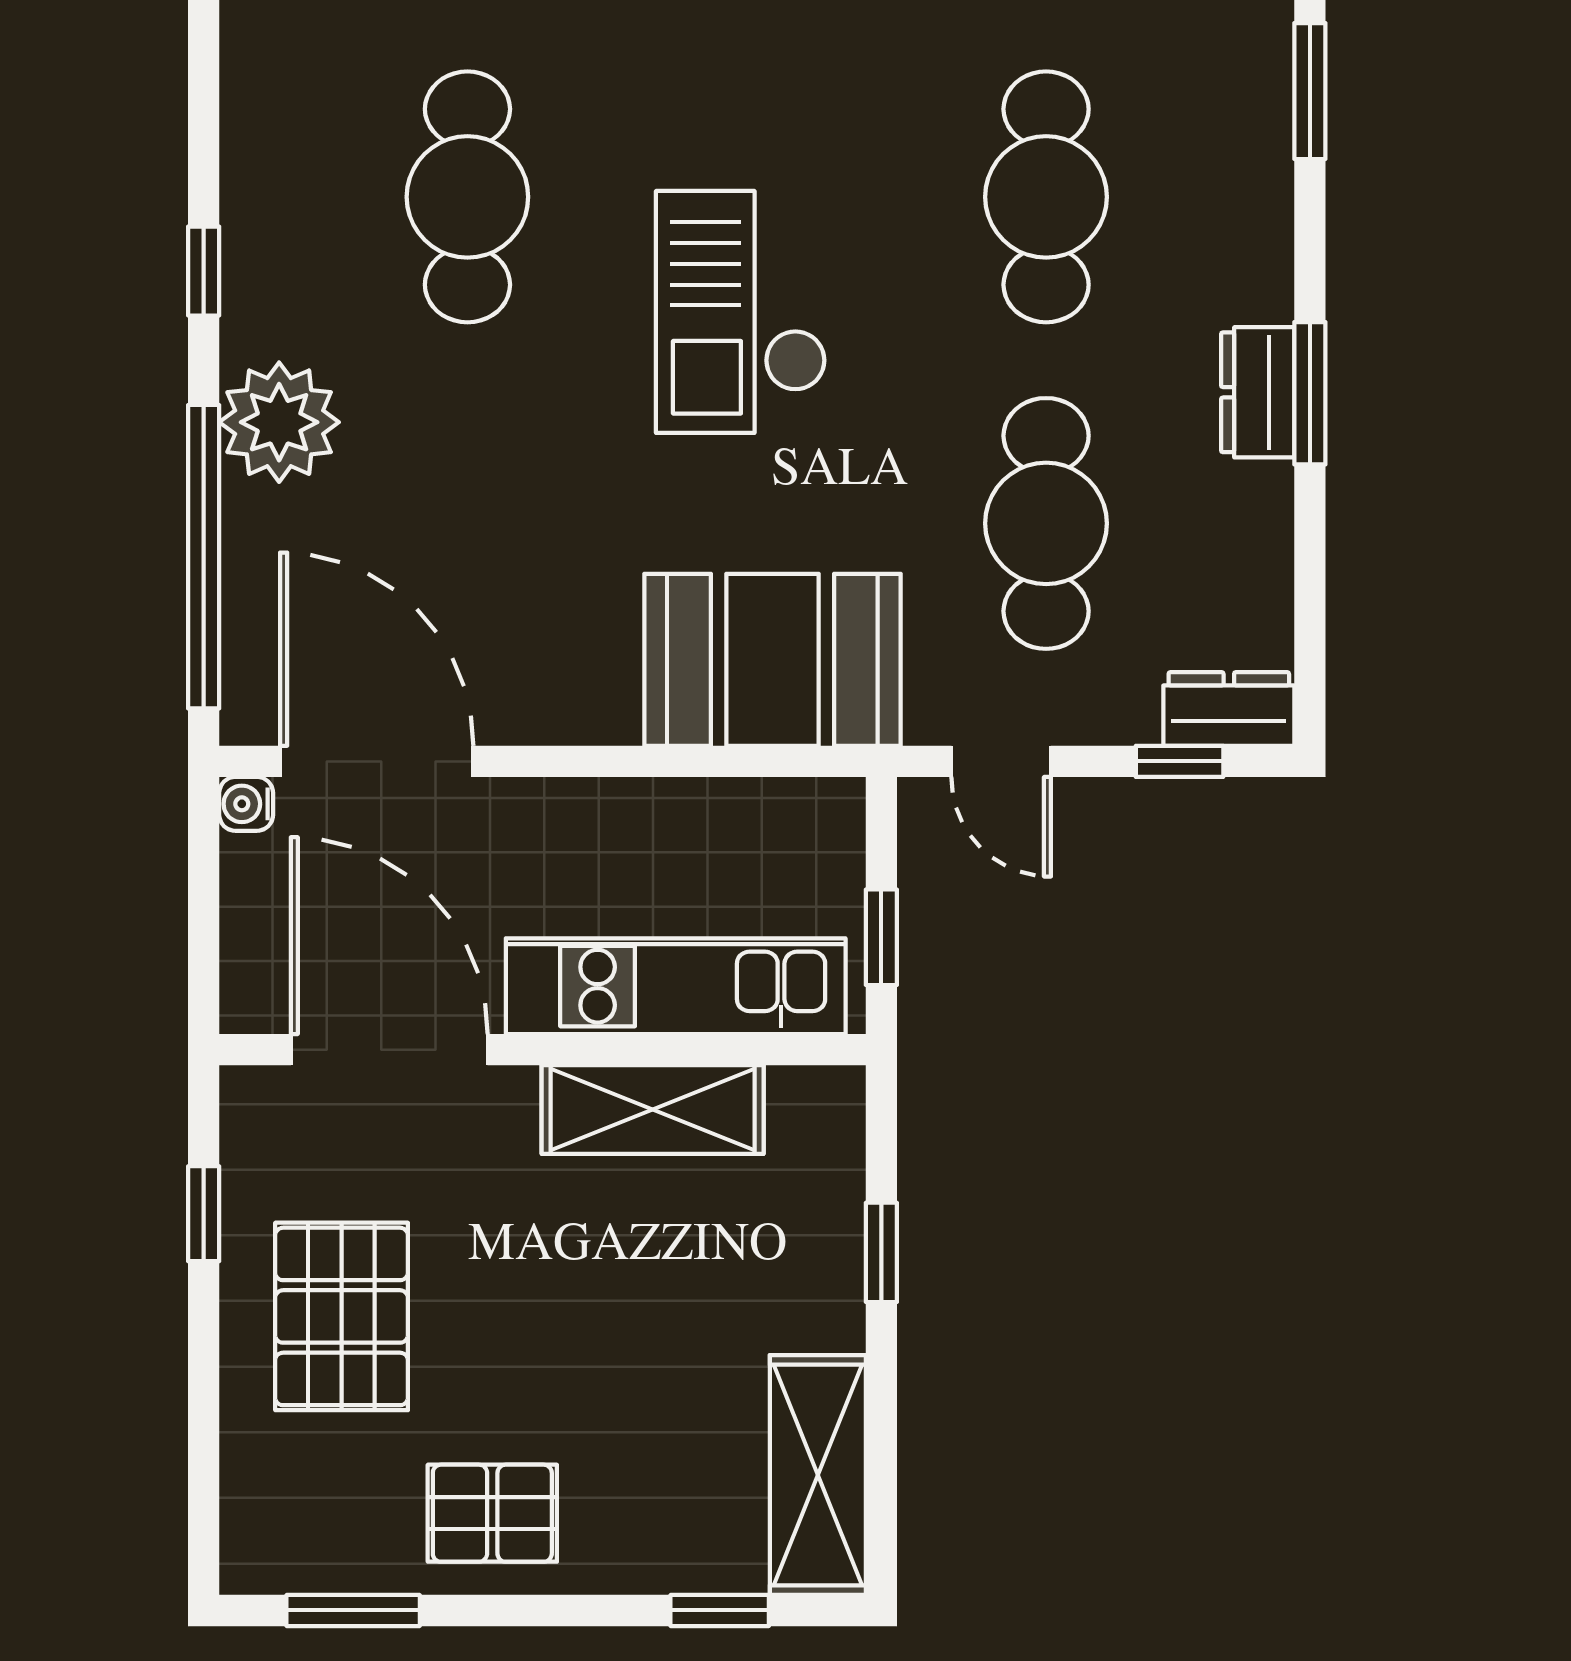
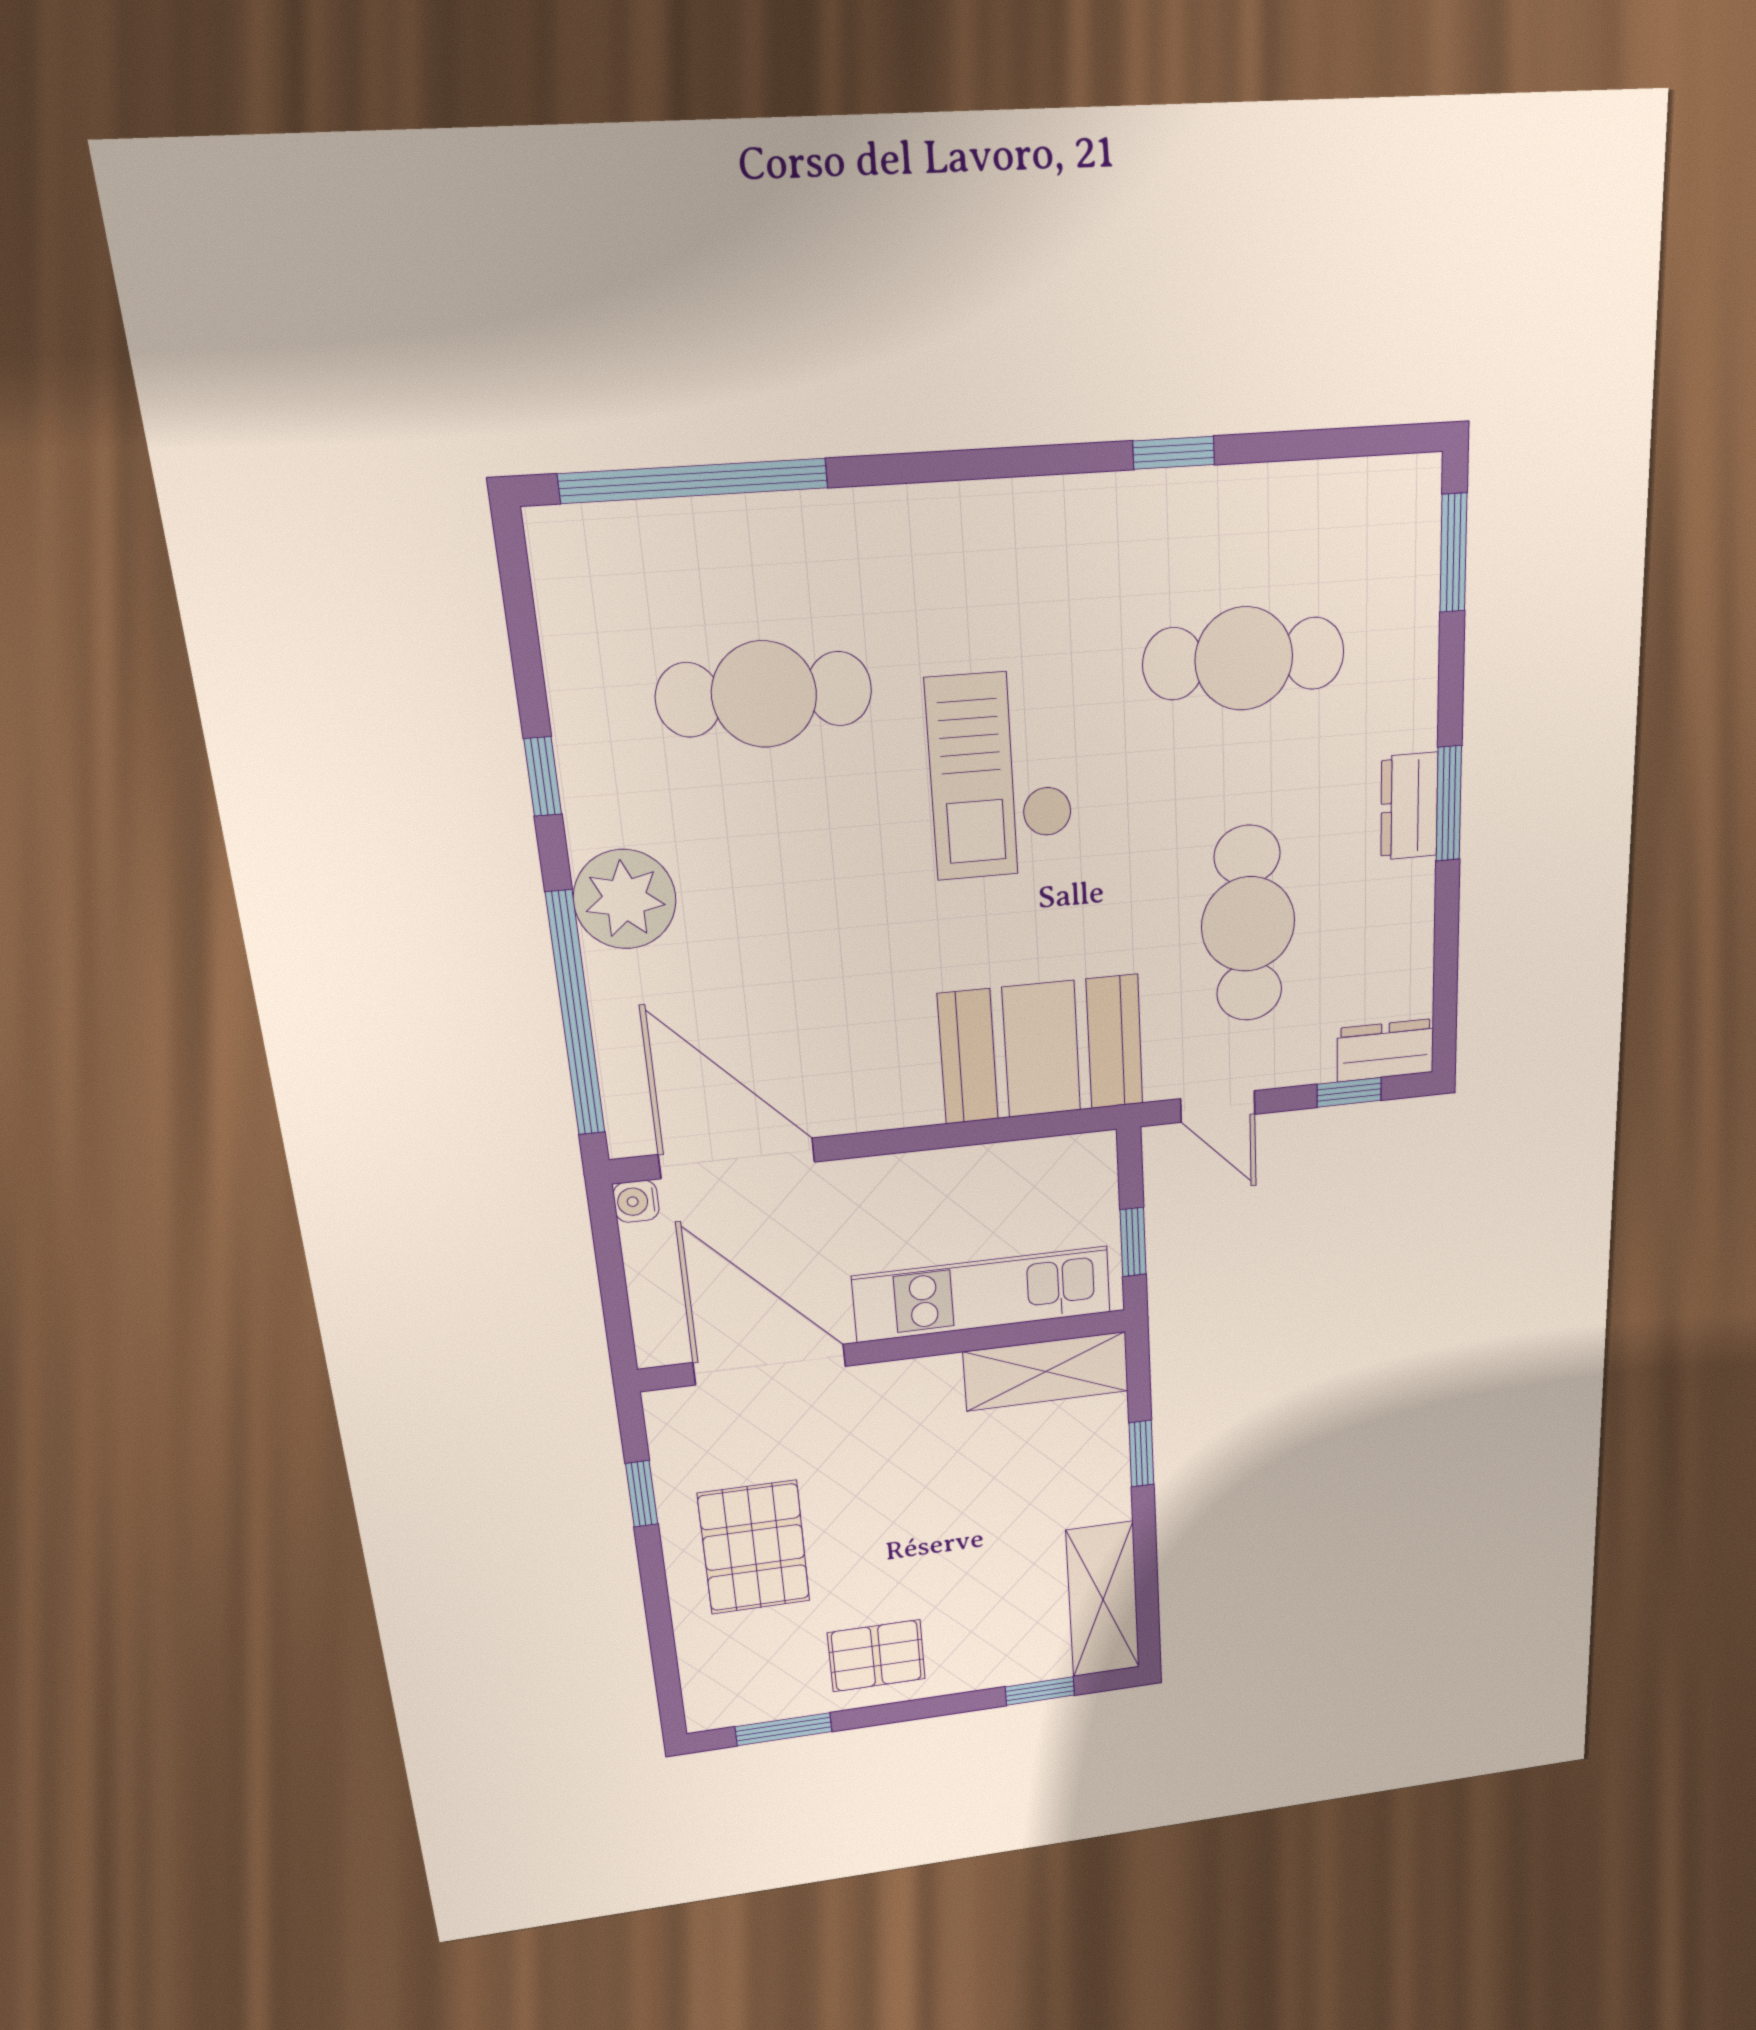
cafe table: (467, 197) -> (764, 694), turned 90
cafe table: (1046, 197) -> (1244, 659), turned 90
shelving: (653, 1110) -> (1046, 1371), moved

